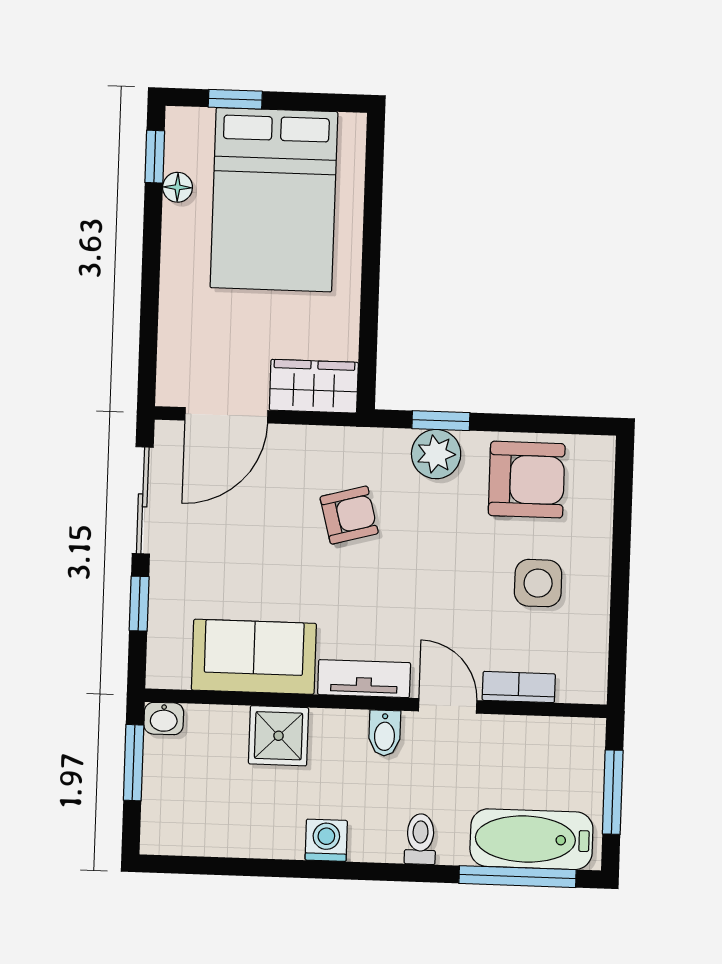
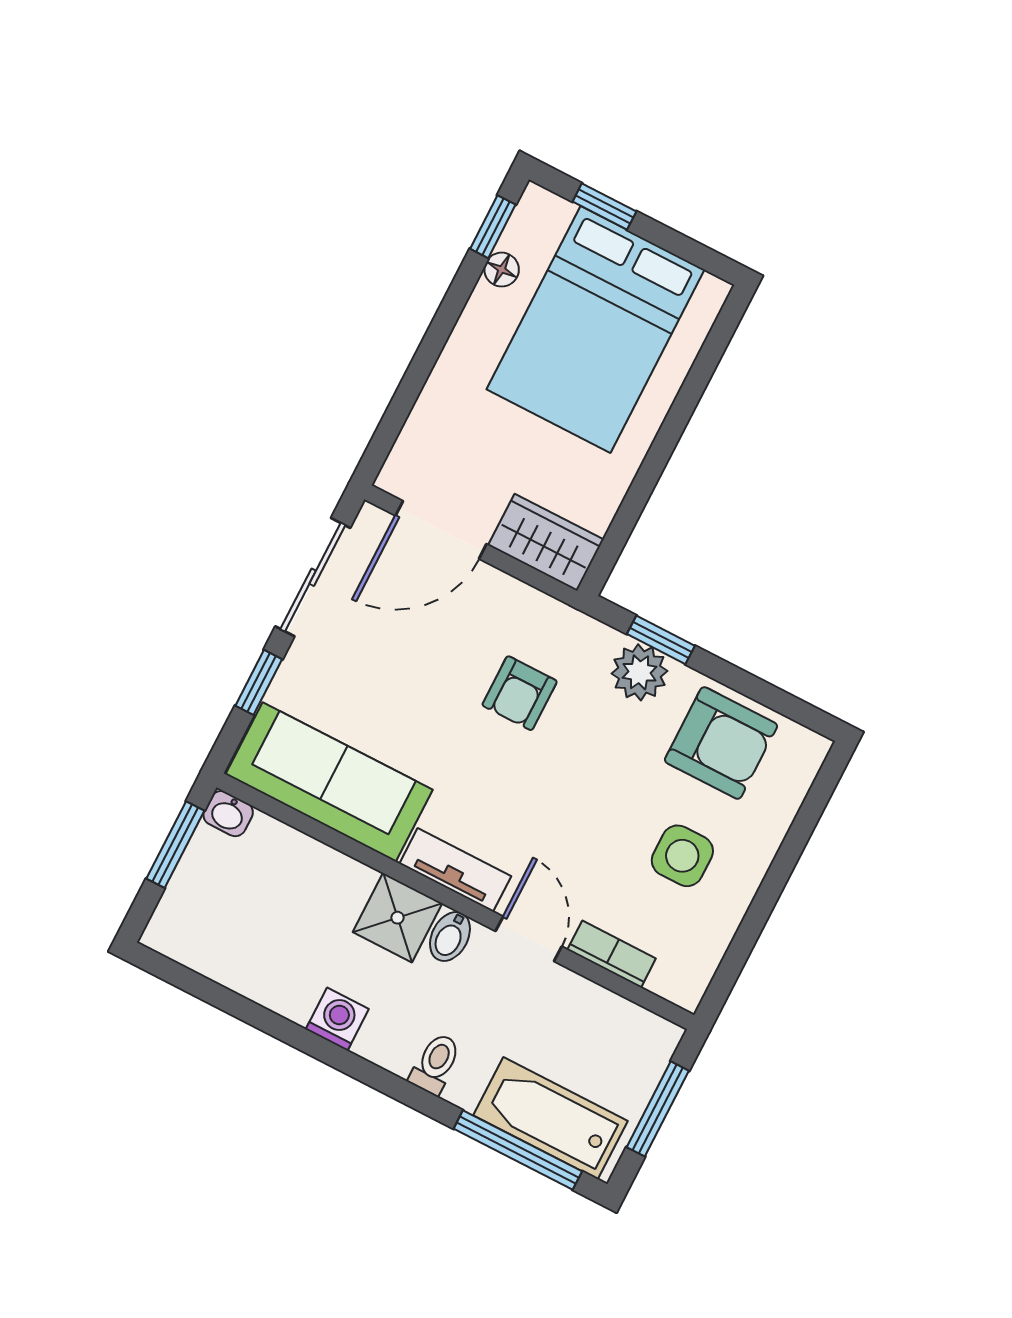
armchair: (349, 515) -> (520, 693), turned 105
sofa: (254, 657) -> (329, 782), width x1.36
shower: (279, 736) -> (398, 918), moved

